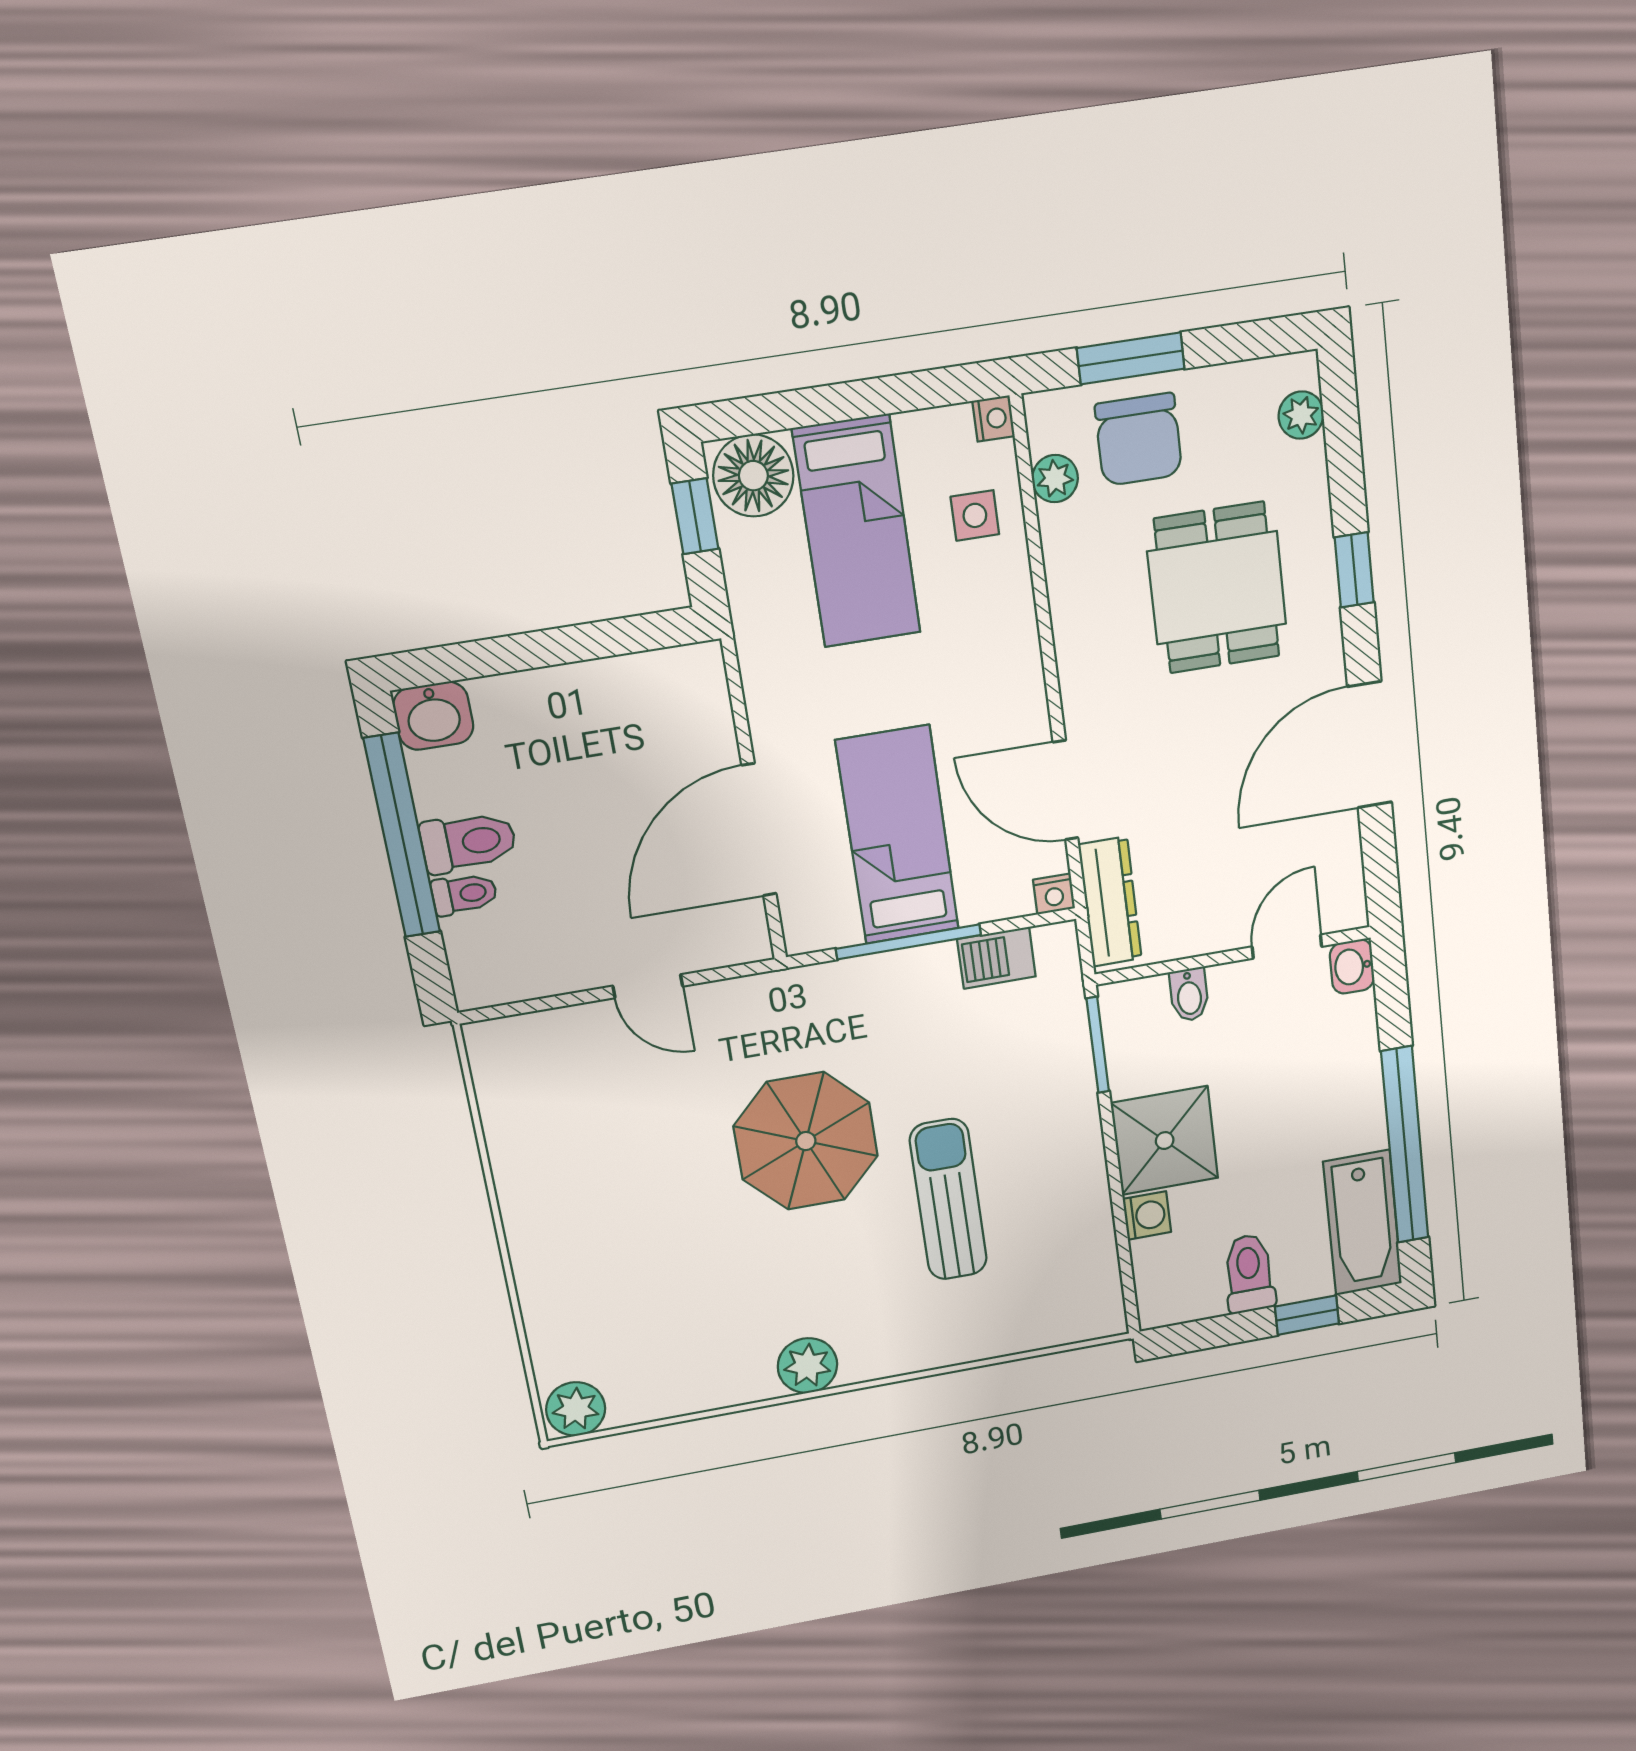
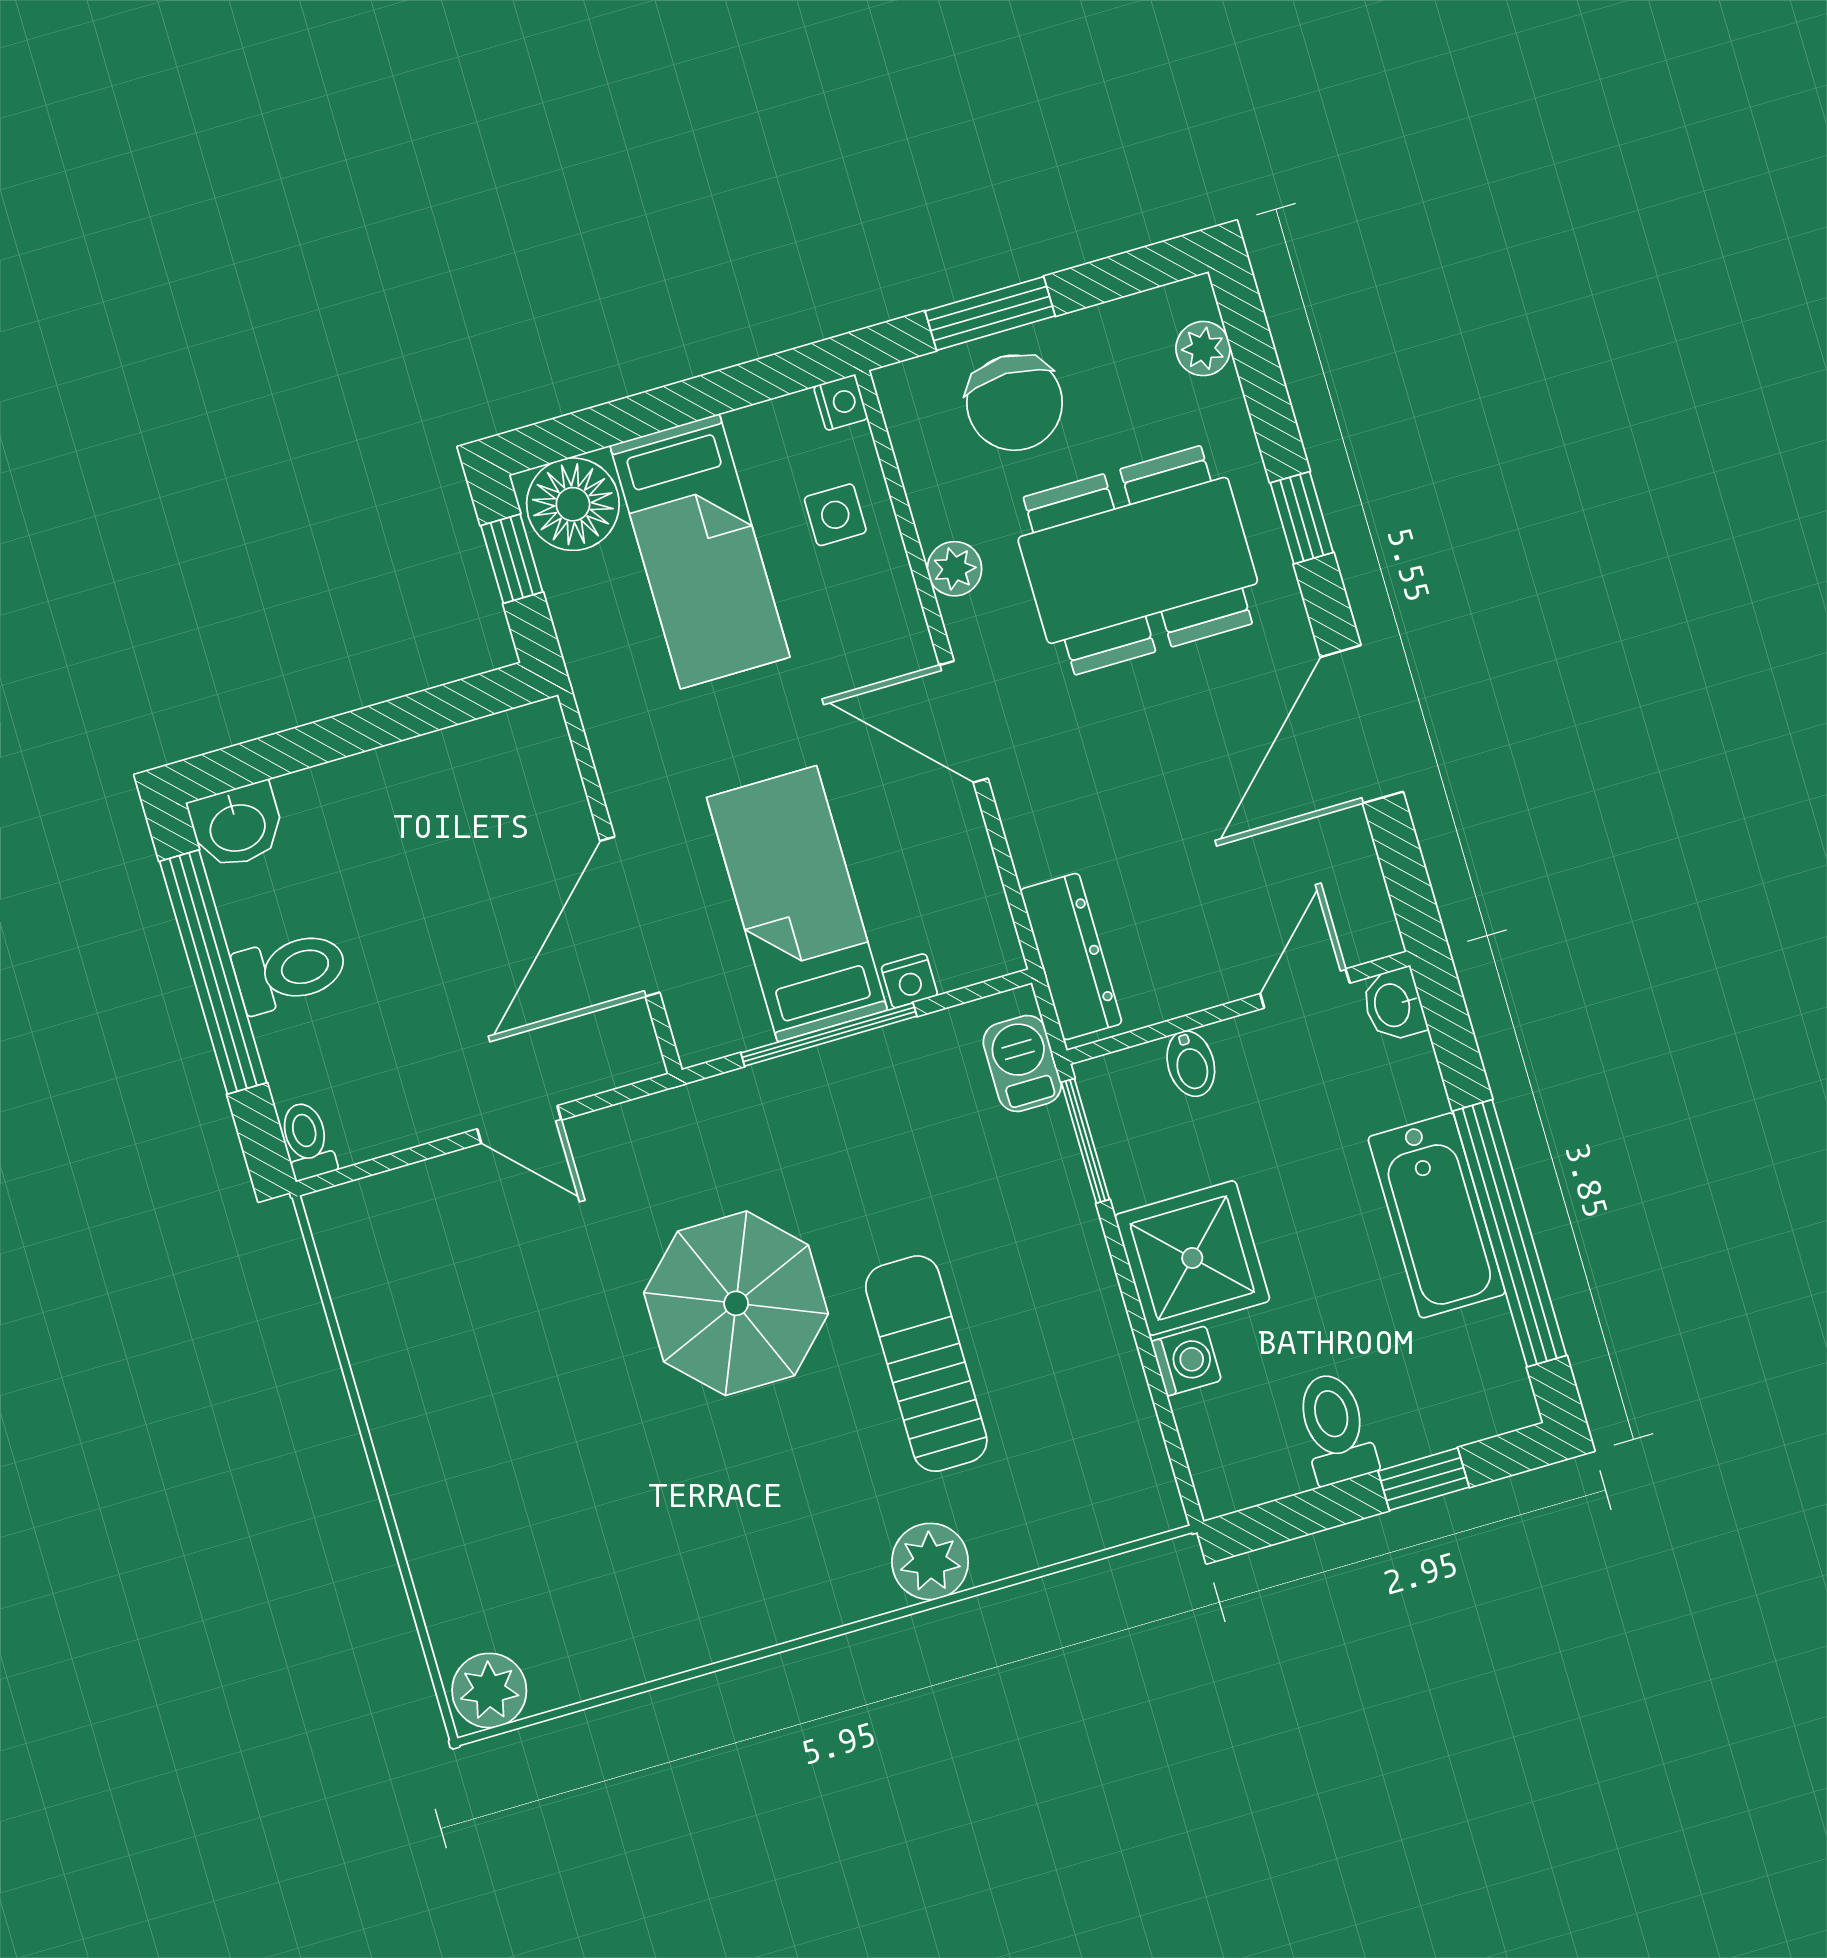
plant: (1055, 479) -> (955, 569), moved
dining table: (1217, 588) -> (1138, 560), width x1.38
door: (1066, 790) -> (964, 722), moved
toilet: (464, 894) -> (307, 1140), moved, turned -90
nightstand: (1054, 894) -> (909, 981), moved
barbecue: (996, 958) -> (1022, 1064), moved, turned 90
bathtub: (1363, 1223) -> (1437, 1215), moved
plant: (807, 1366) -> (930, 1561), moved

